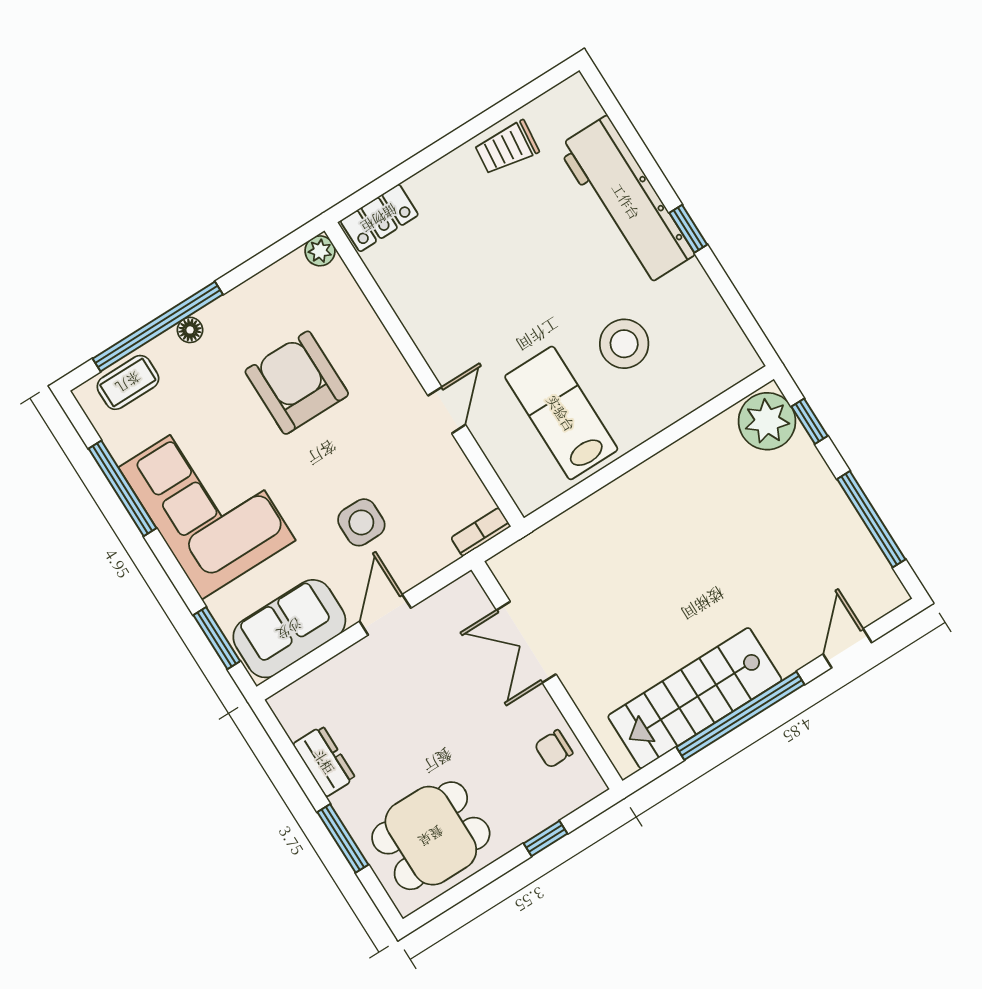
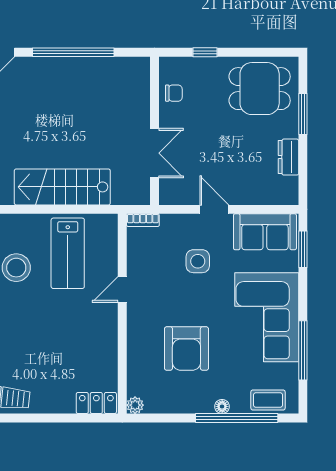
door: (385, 615) -> (214, 209), swing flipped
stairs: (695, 698) -> (62, 187), moved, turned 180

